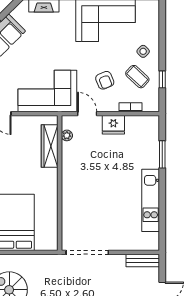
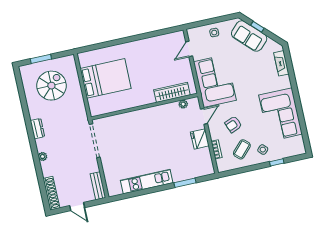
window: (162, 79) -> (277, 162), moved

